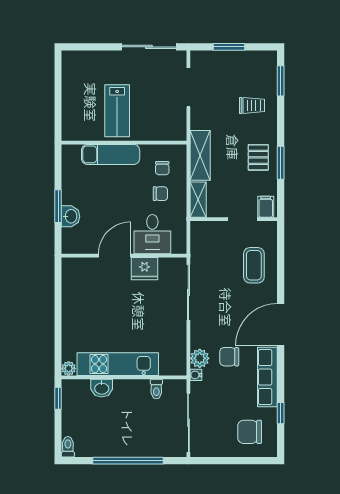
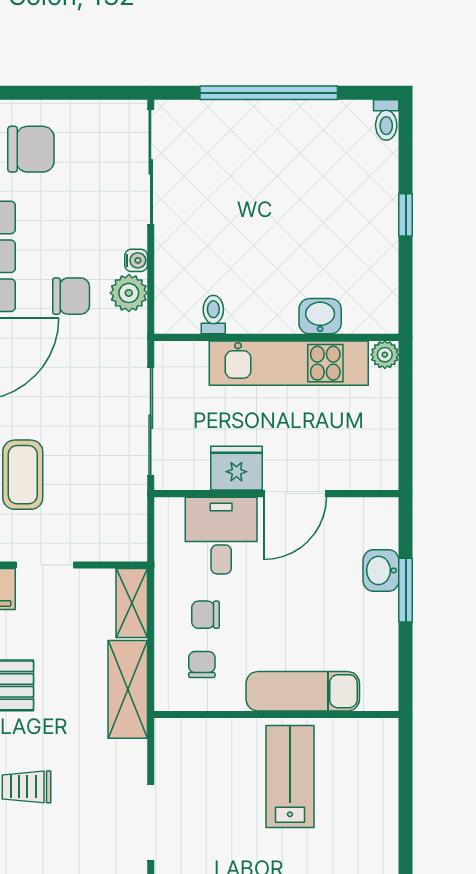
kitchen unit: (118, 364) -> (289, 363), moved
plant: (69, 368) -> (385, 355), moved
wall: (124, 377) -> (276, 337), moved
washbasin: (102, 388) -> (320, 316), moved
toilet: (156, 389) -> (213, 315), moved

